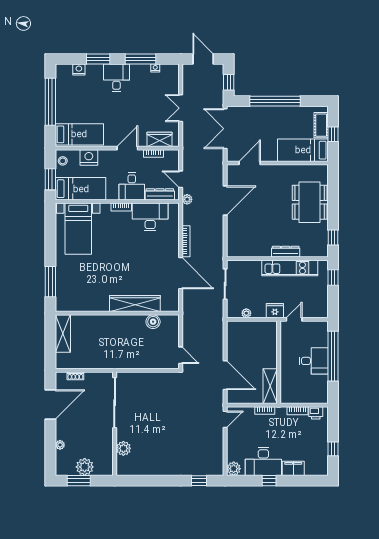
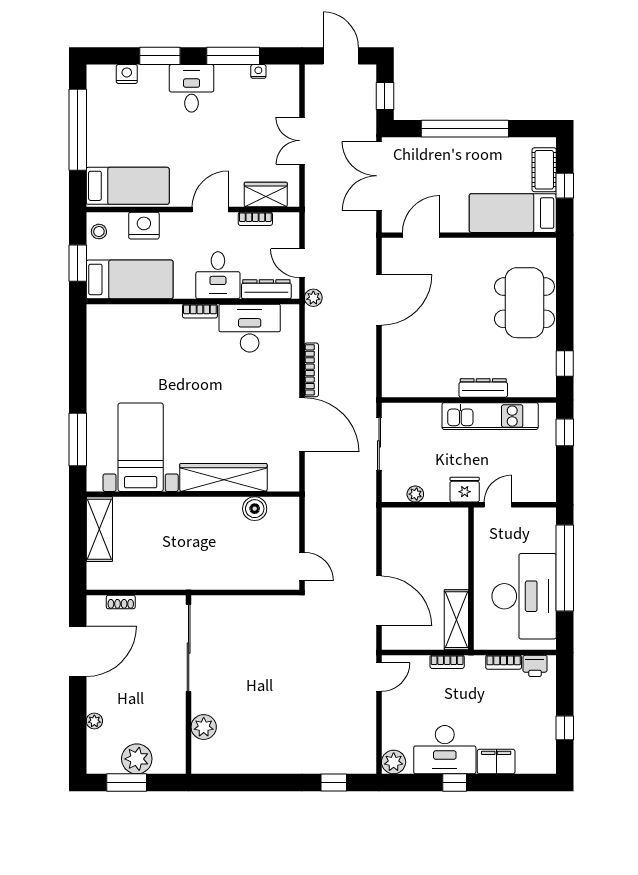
bed with nightstands: (78, 229) -> (141, 447), moved, turned 180
desk: (314, 361) -> (524, 596), width x1.87, depth x1.30

